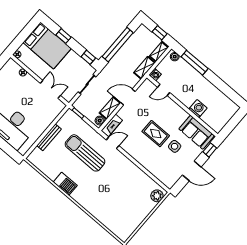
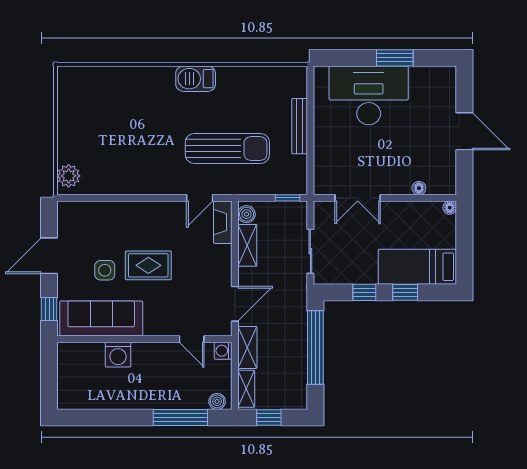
bed: (47, 45) -> (417, 267), width x0.67
window: (88, 57) -> (364, 292), moved
door: (164, 90) -> (192, 339), swing flipped
door: (128, 97) -> (235, 304), moved
sofa: (197, 132) -> (101, 318), width x1.36
barbecue: (65, 184) -> (196, 79), moved

